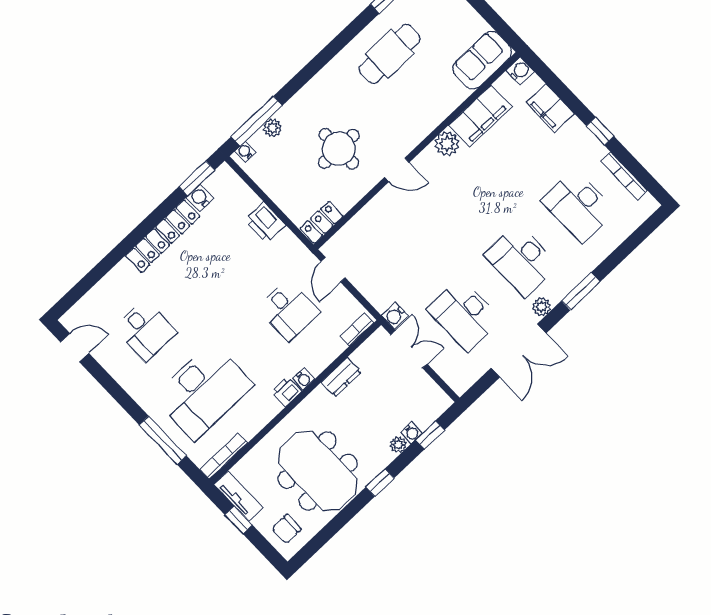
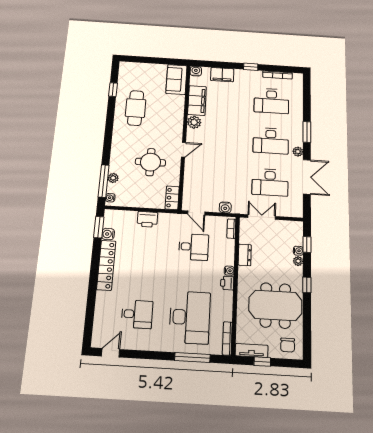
water cooler: (395, 316) -> (225, 207), moved

